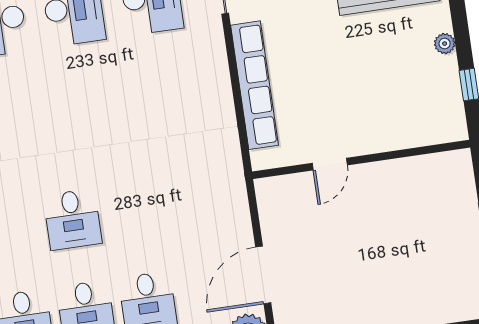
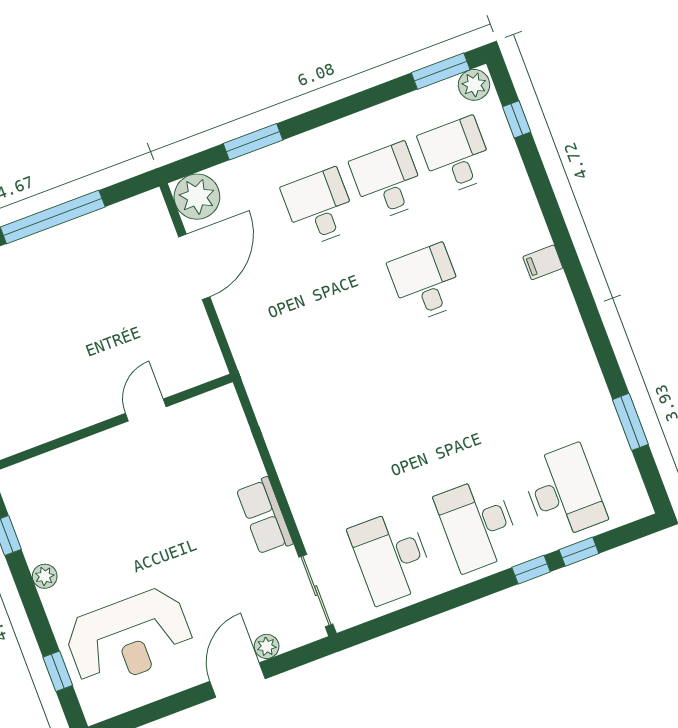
row of seats: (254, 85) -> (265, 516), width x0.50

